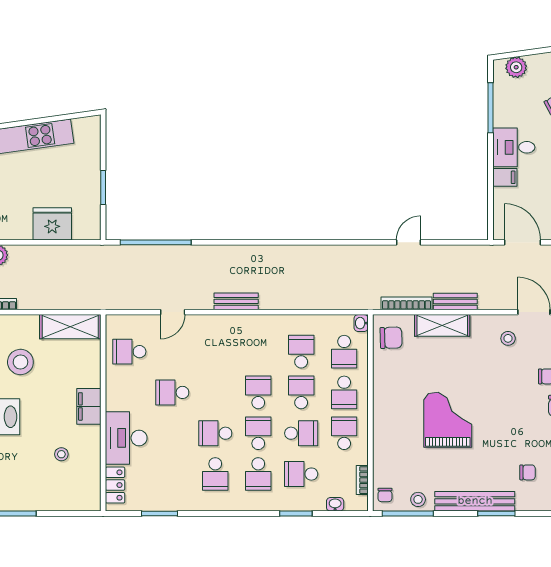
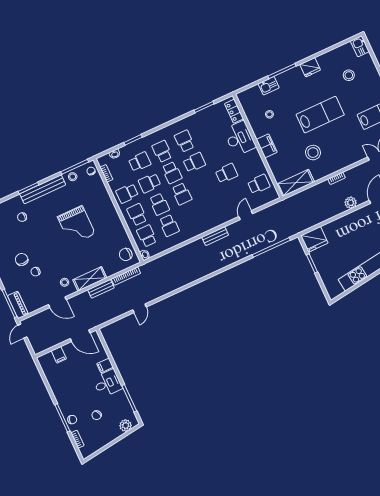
fridge: (52, 224) -> (314, 239), moved
shelving: (442, 325) -> (90, 279), moved
school desk: (344, 433) -> (127, 193), turned 90
kitchen sink: (42, 500) -> (269, 86), added

